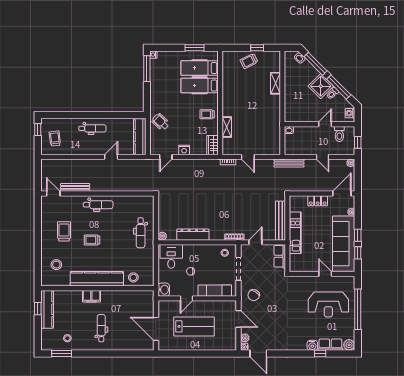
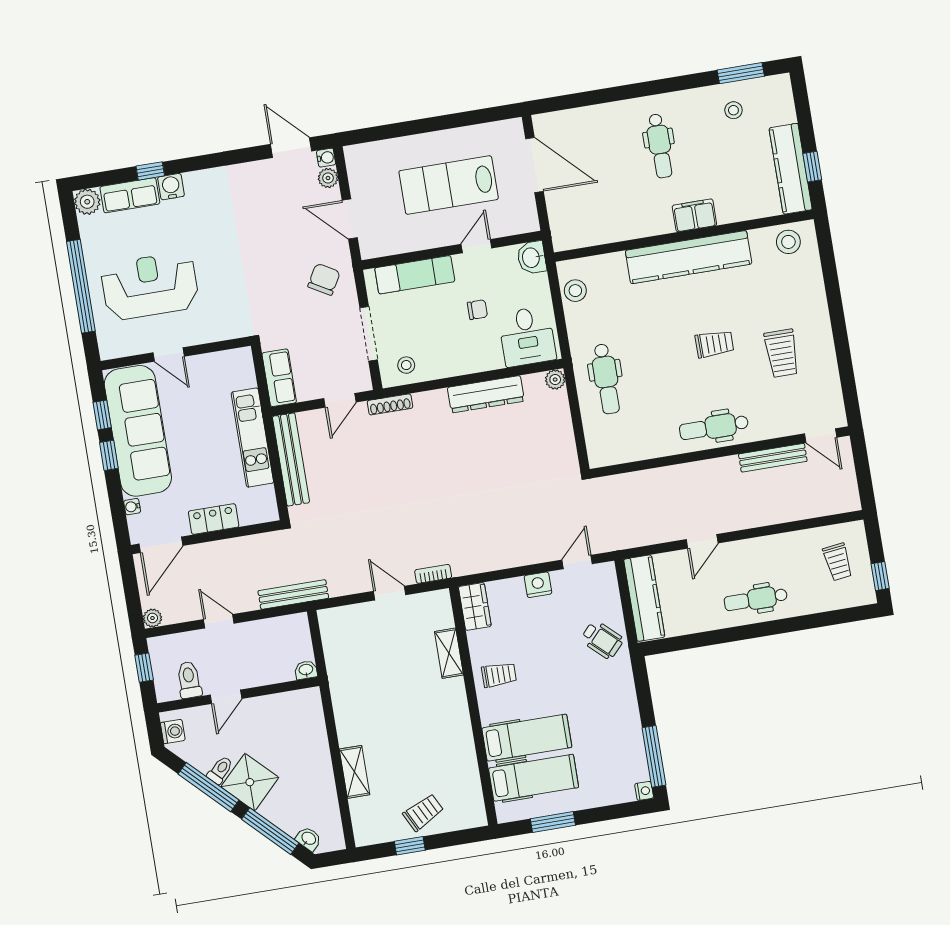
dental chair: (141, 233) -> (606, 379), turned 180
stool: (56, 265) -> (788, 242), moved
stool: (133, 277) -> (575, 291), moved

